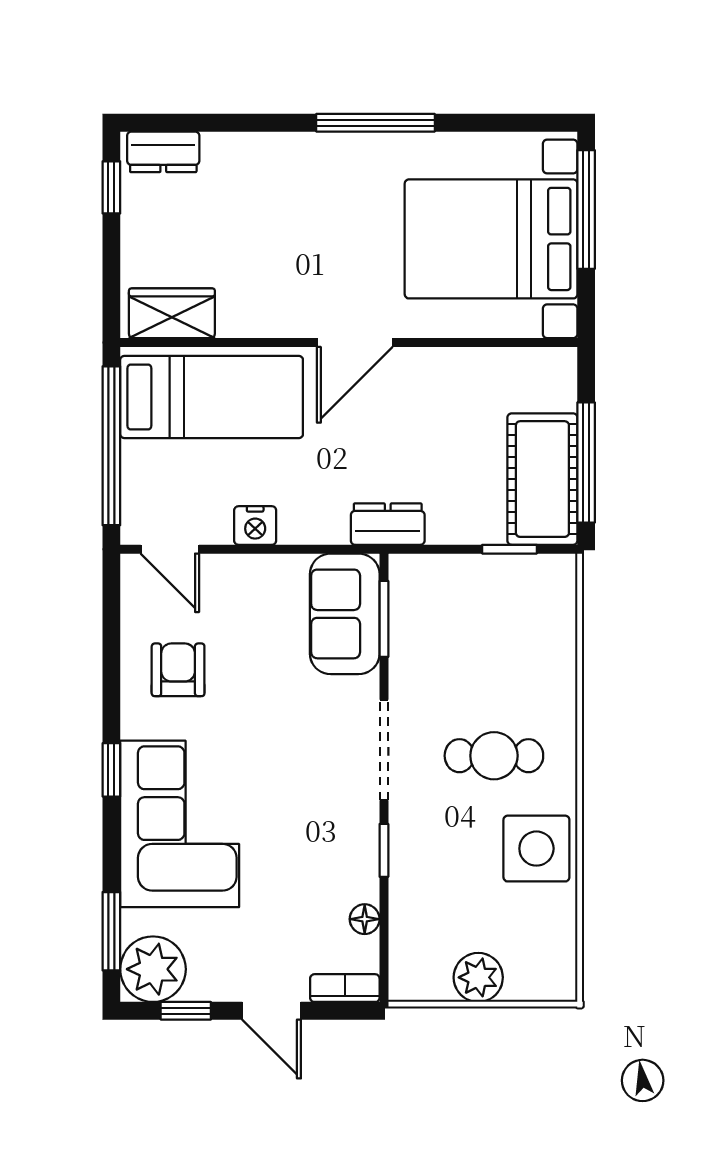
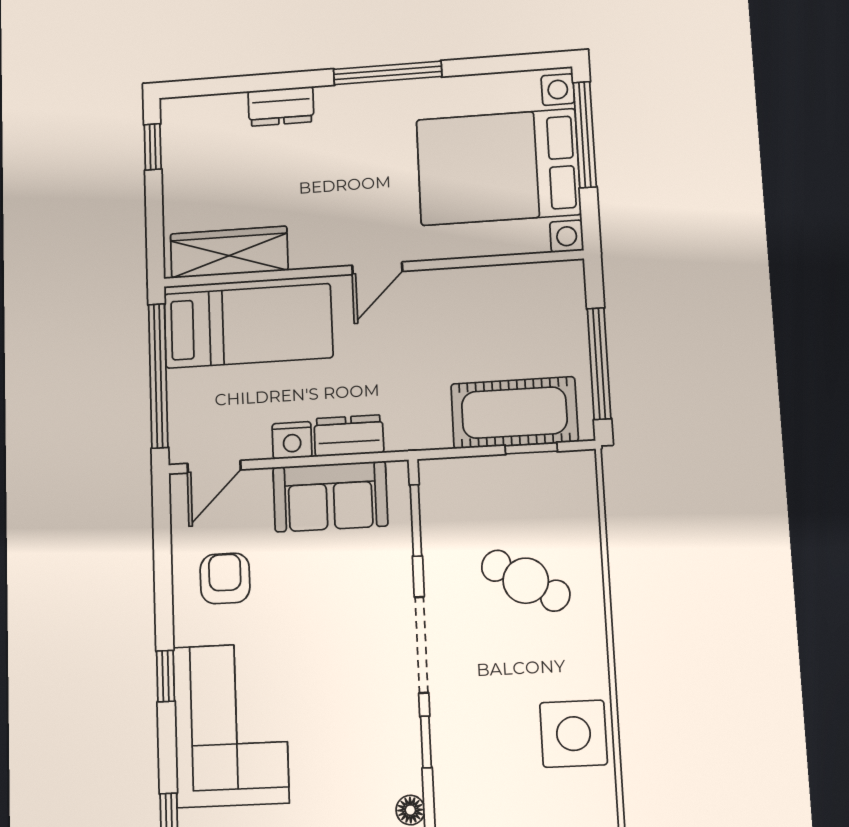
dresser: (163, 152) -> (281, 106), moved
wardrobe: (172, 313) -> (229, 252), width x1.50
door: (355, 343) -> (377, 268), width x0.73
cot: (542, 479) -> (514, 413), moved, turned 90
dresser: (388, 524) -> (349, 436), moved
door: (170, 549) -> (214, 467), hinge flipped
sofa: (345, 614) -> (330, 497), moved, turned -90
cafe table: (494, 756) -> (526, 581), moved, turned 30

